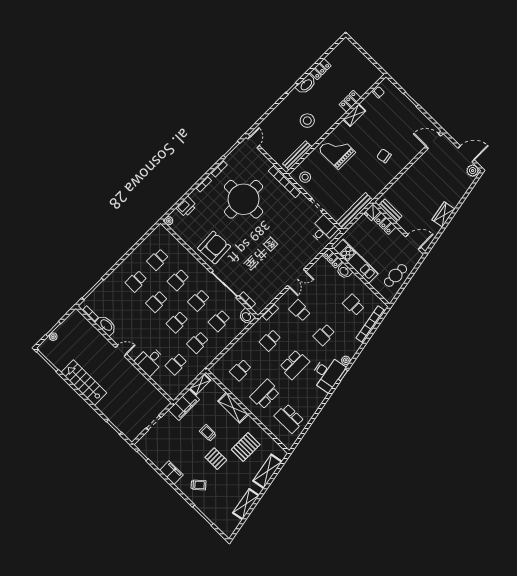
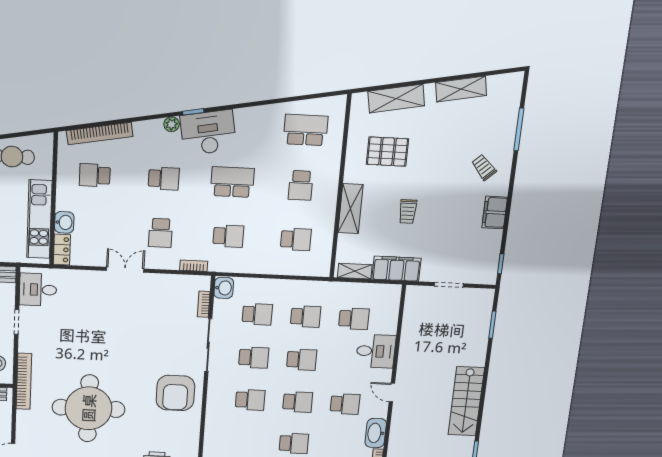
armchair: (214, 247) -> (175, 393), turned -87
school desk: (158, 259) -> (345, 404), moved
school desk: (354, 305) -> (95, 175), turned 90
school desk: (265, 394) -> (301, 185), width x0.54
school desk: (289, 418) -> (306, 130), turned -90
pallet: (216, 459) -> (433, 175), removed

